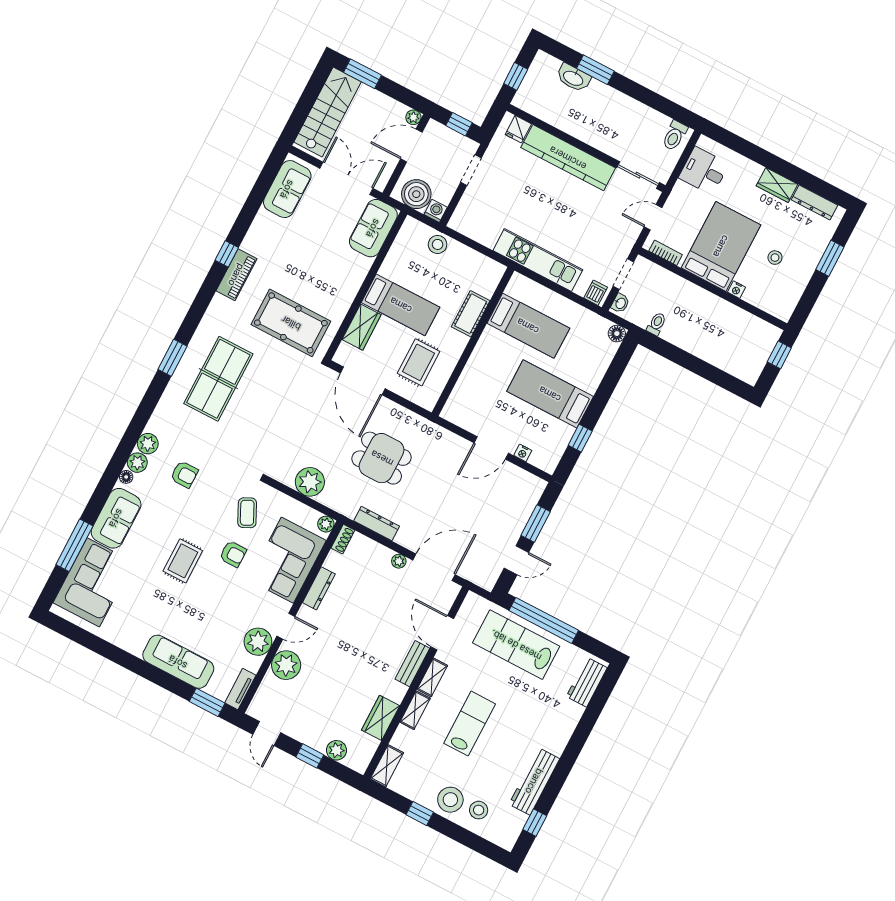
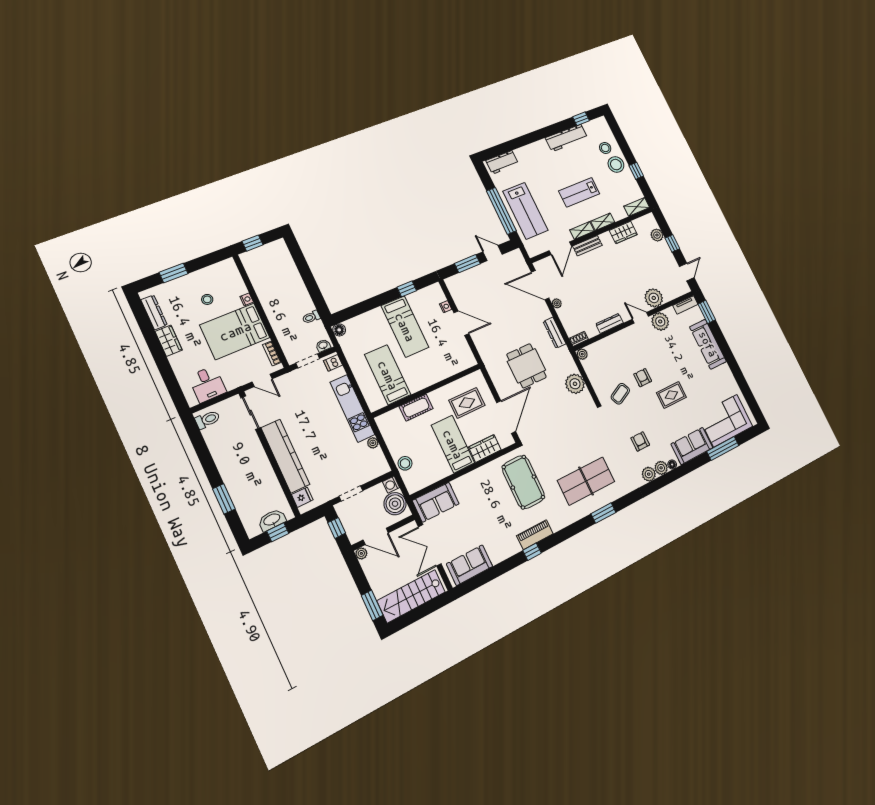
washbasin: (573, 78) -> (272, 520), moved, turned -90
plant: (488, 240) -> (373, 443), added
corner sofa: (287, 560) -> (616, 351), removed

